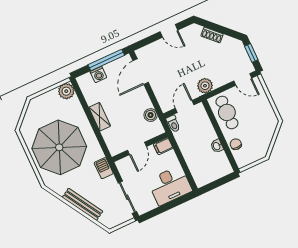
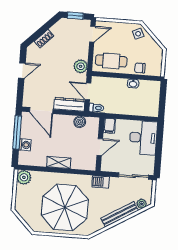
dresser: (162, 95) -> (69, 104), added
side table: (268, 124) -> (138, 34), added
door: (137, 148) -> (100, 147), hinge flipped
plant: (105, 220) -> (142, 204), added

